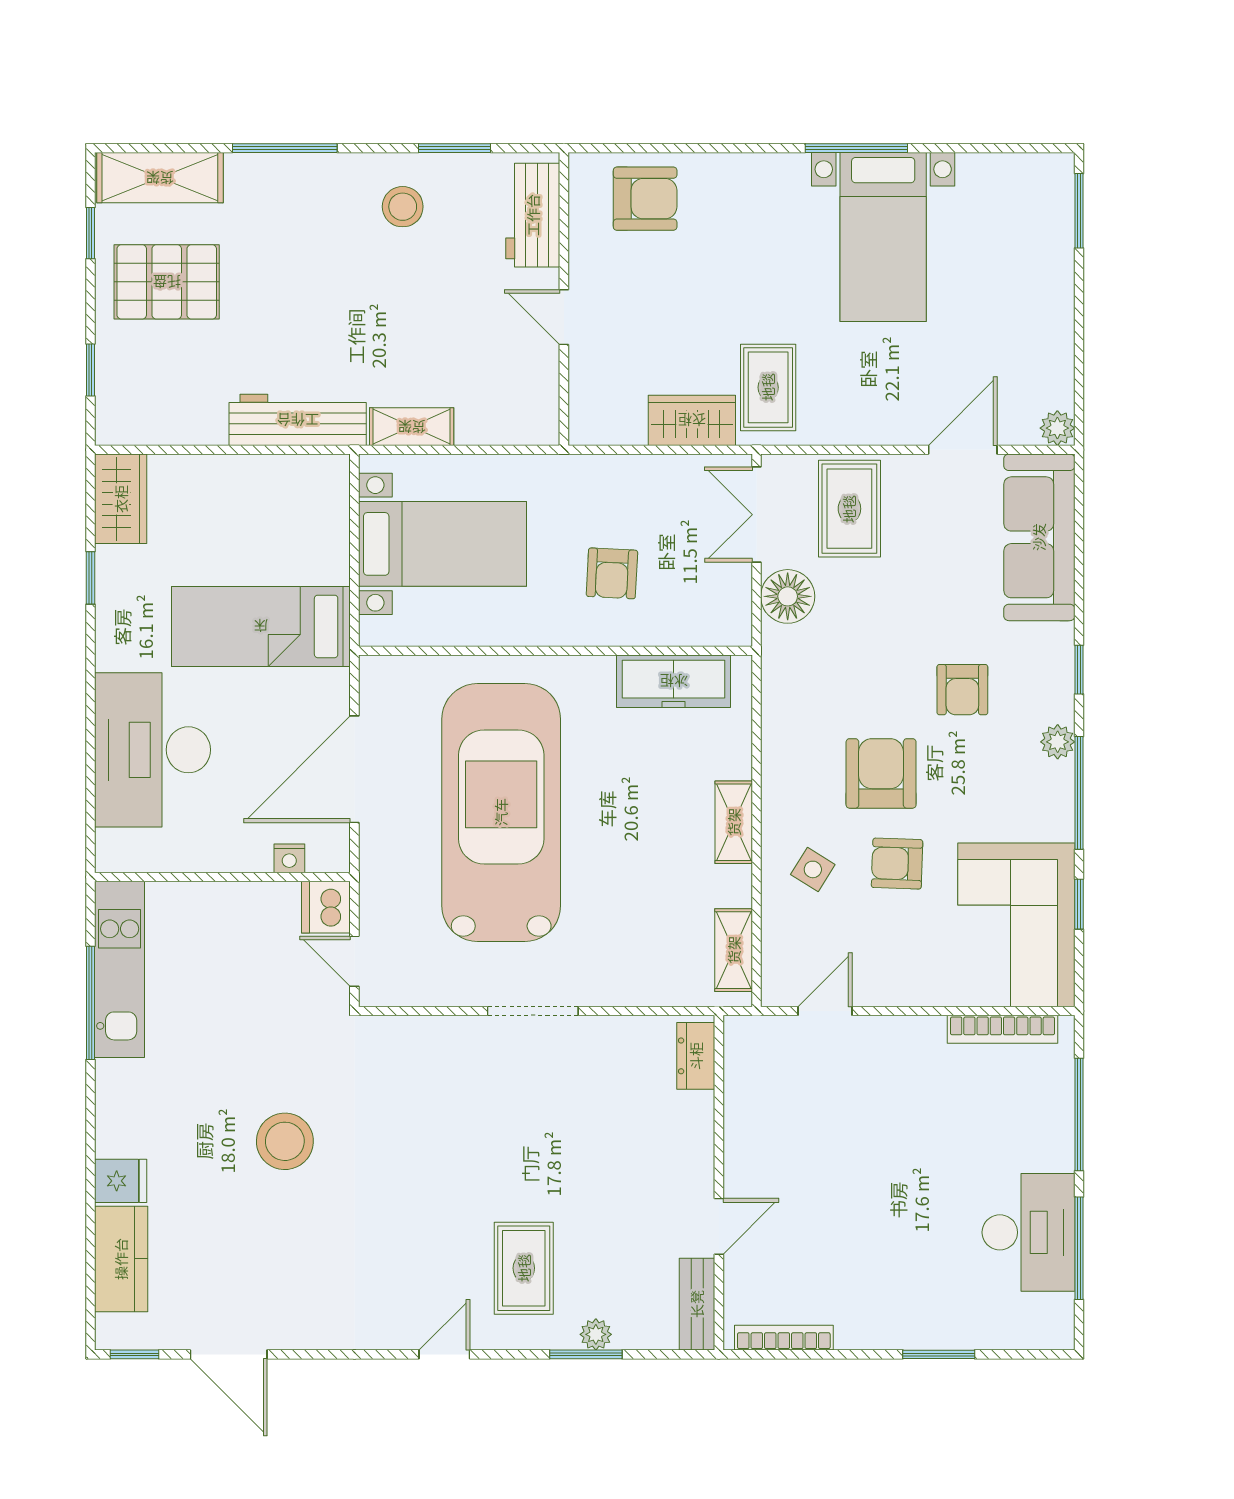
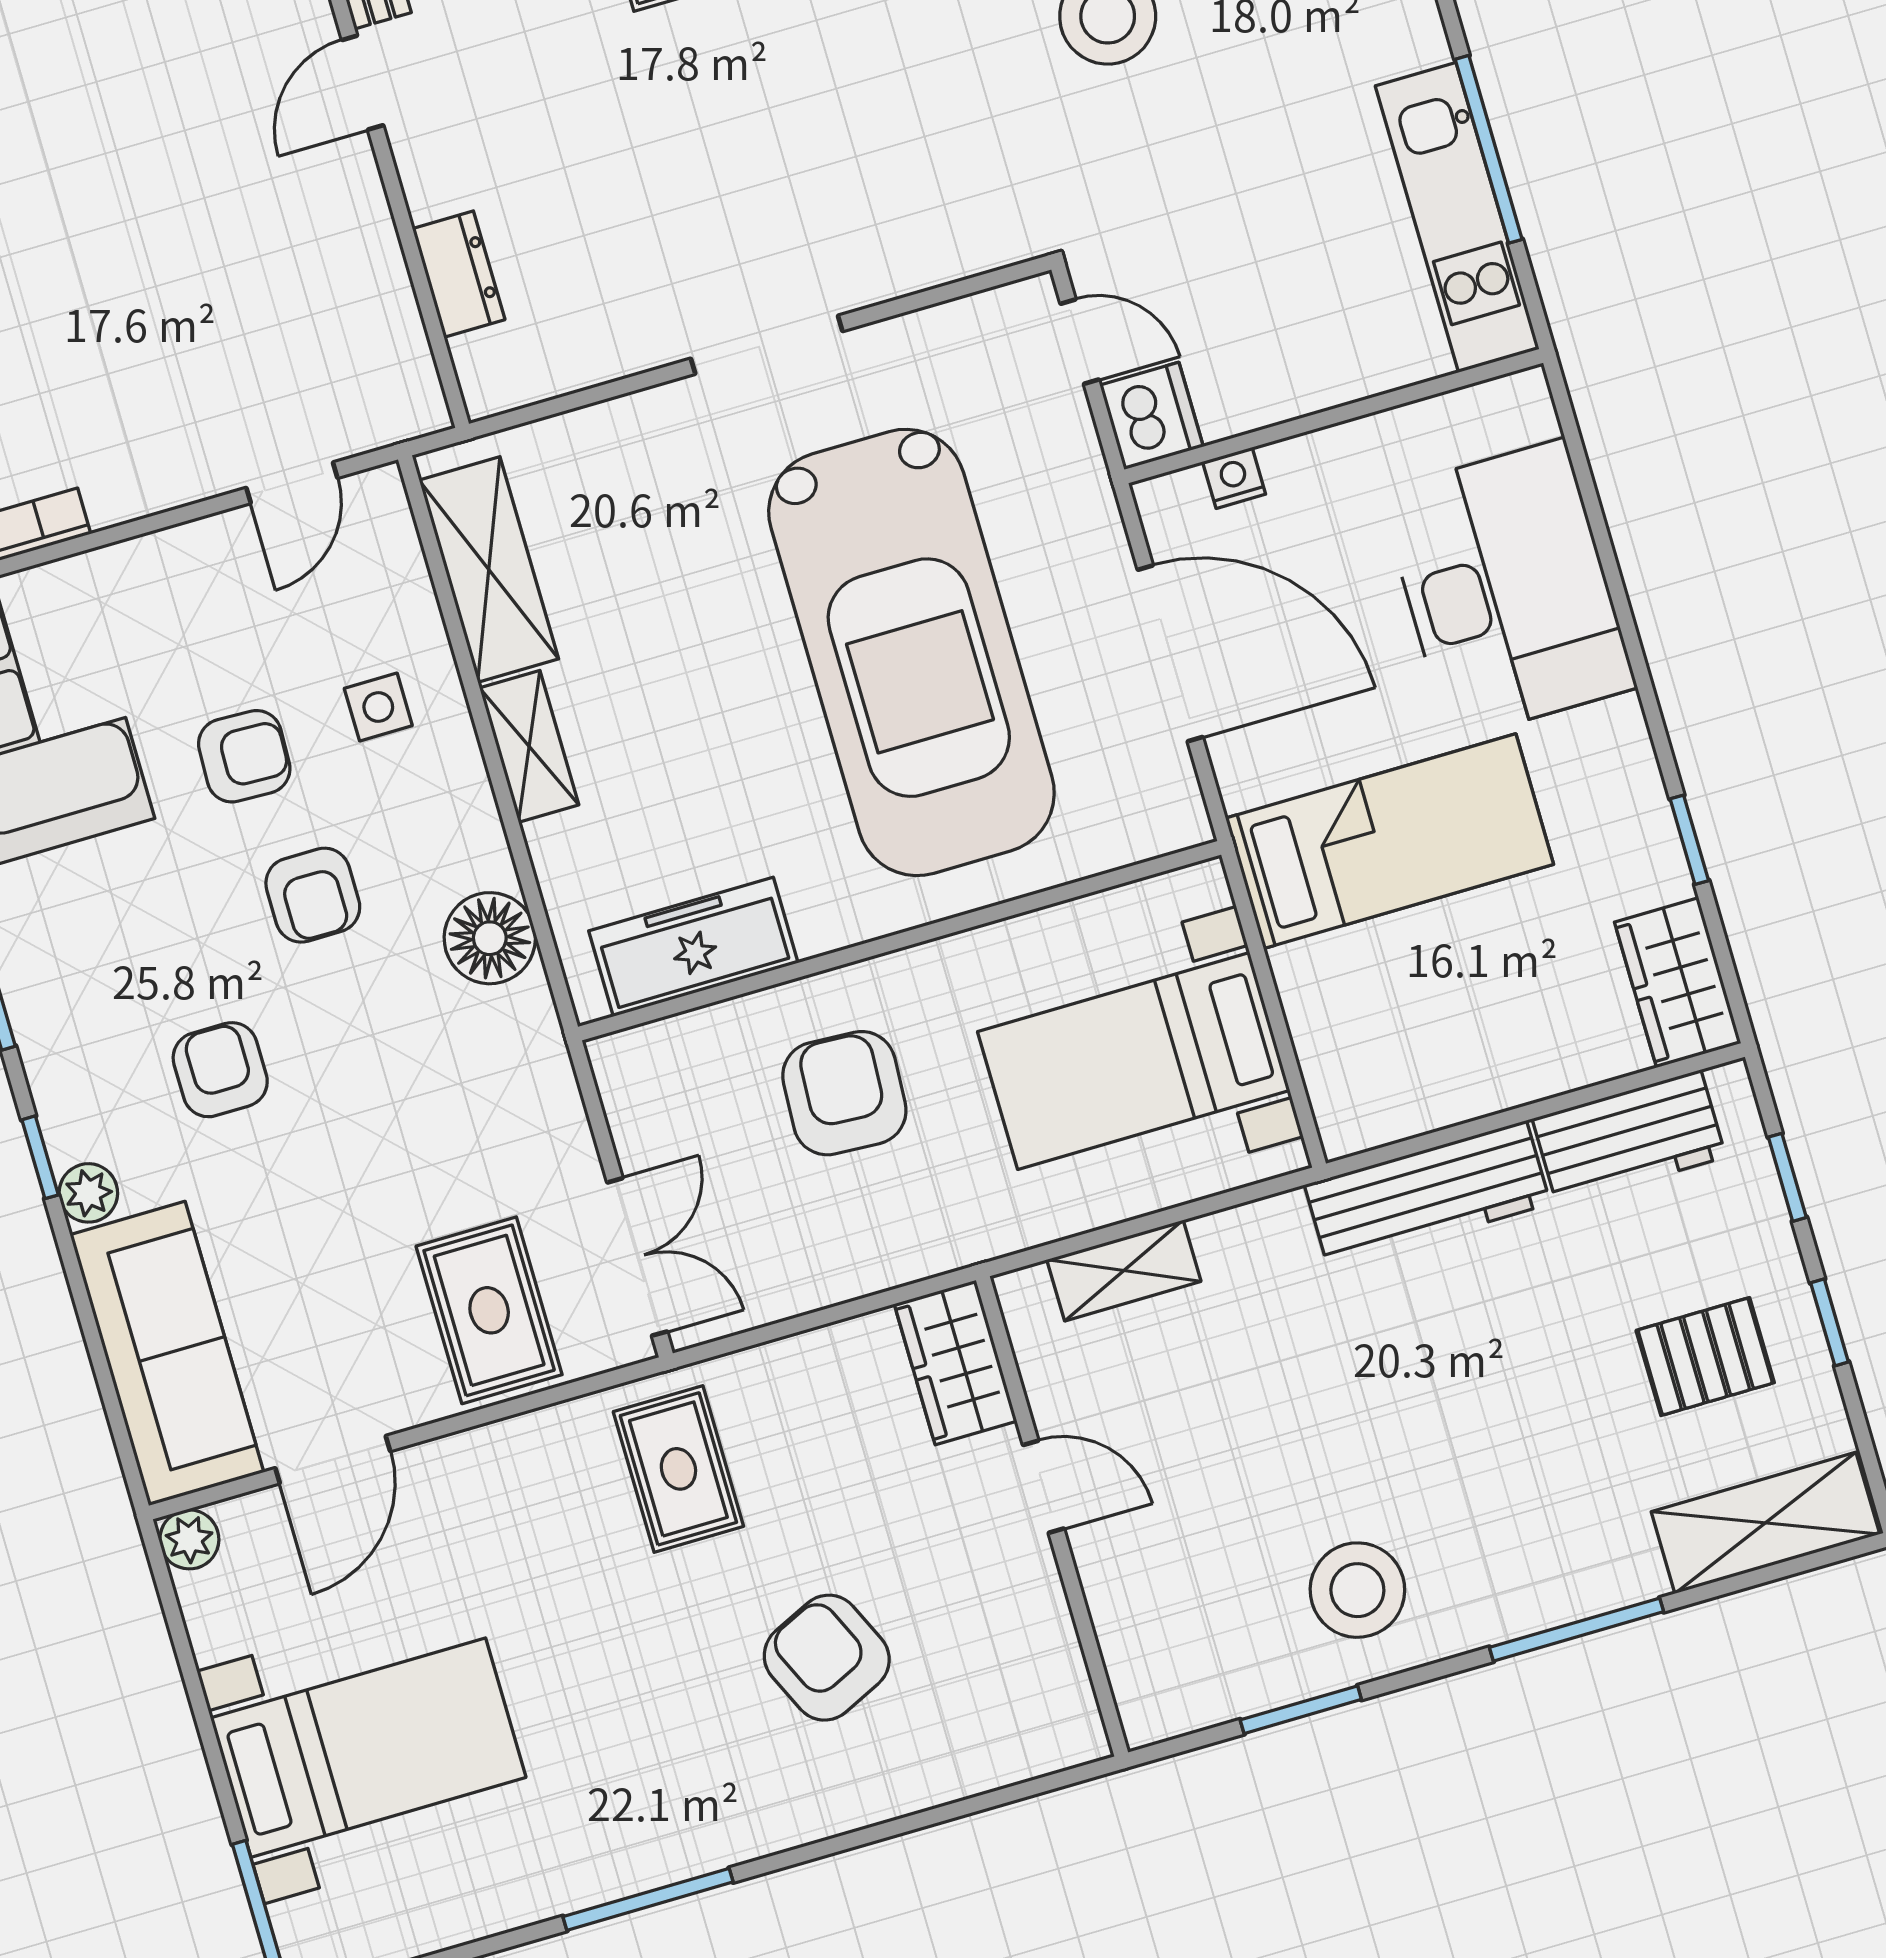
armchair: (645, 199) -> (827, 1658), moved, turned 65
stool: (403, 207) -> (1357, 1590), width x1.38, depth x1.38
workbench: (533, 215) -> (1629, 1138), moved, turned 90
window: (91, 233) -> (1830, 1322), moved
bed with nightstands: (883, 237) -> (368, 1748), moved, turned 90
pallet: (167, 282) -> (1705, 1357), width x0.67, depth x0.71
wardrobe: (692, 420) -> (956, 1363), moved, turned 90
shelving: (412, 427) -> (1124, 1270), moved
armchair: (612, 573) -> (844, 1093), width x1.38, depth x1.38
floor lamp: (788, 596) -> (490, 938), moved
plant: (1058, 742) -> (88, 1193), moved
door: (354, 769) -> (1170, 653), hinge flipped
armchair: (881, 773) -> (313, 895), width x0.72, depth x0.72
side table: (813, 869) -> (378, 707), turned -32
shelving: (734, 950) -> (489, 569), width x1.50, depth x1.33
dresser: (696, 1056) -> (459, 274), moved

